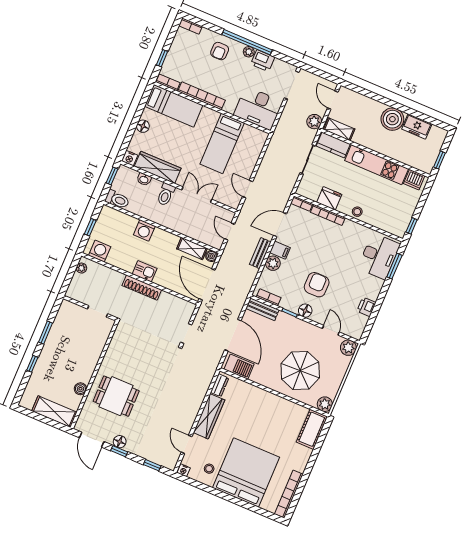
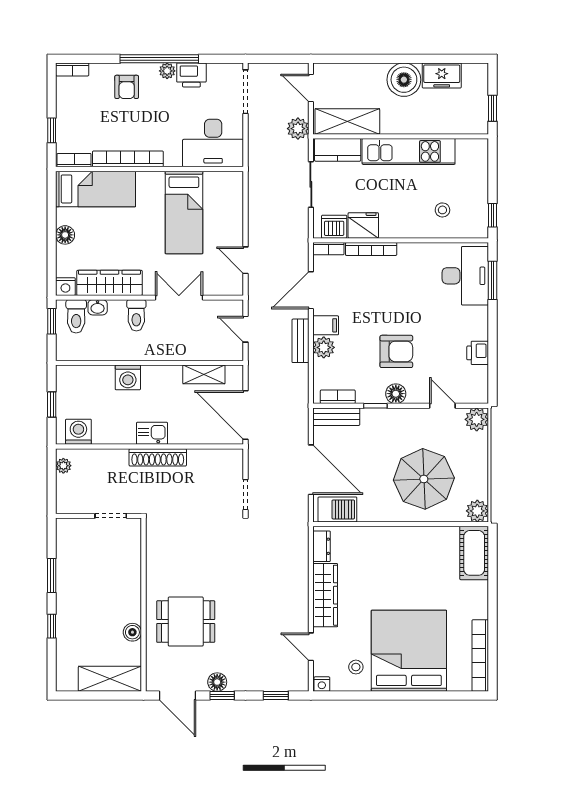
shelving: (339, 129) -> (347, 121), width x1.50, depth x1.33
dishwasher: (414, 180) -> (334, 227), moved, turned 180
toilet: (117, 199) -> (76, 316), moved, turned 90
stool: (357, 212) -> (442, 210), moved
boiler: (211, 256) -> (235, 373), removed
armchair: (317, 285) -> (396, 351), turned 90

